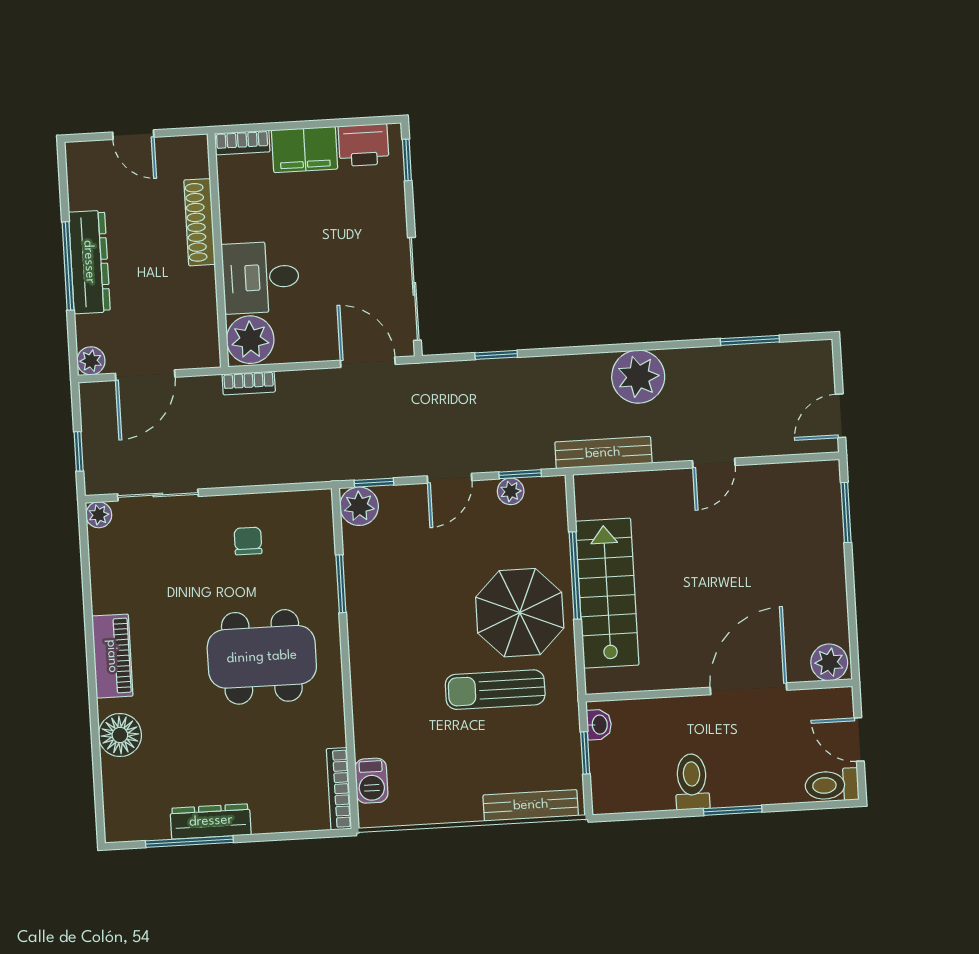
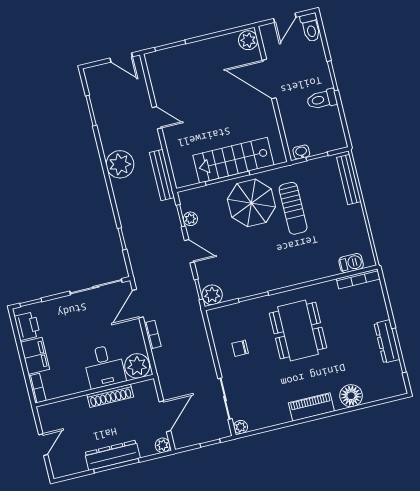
shoe rack: (200, 222) -> (110, 396), moved
door: (145, 375) -> (165, 416), hinge flipped
bookcase: (249, 383) -> (153, 335), moved

